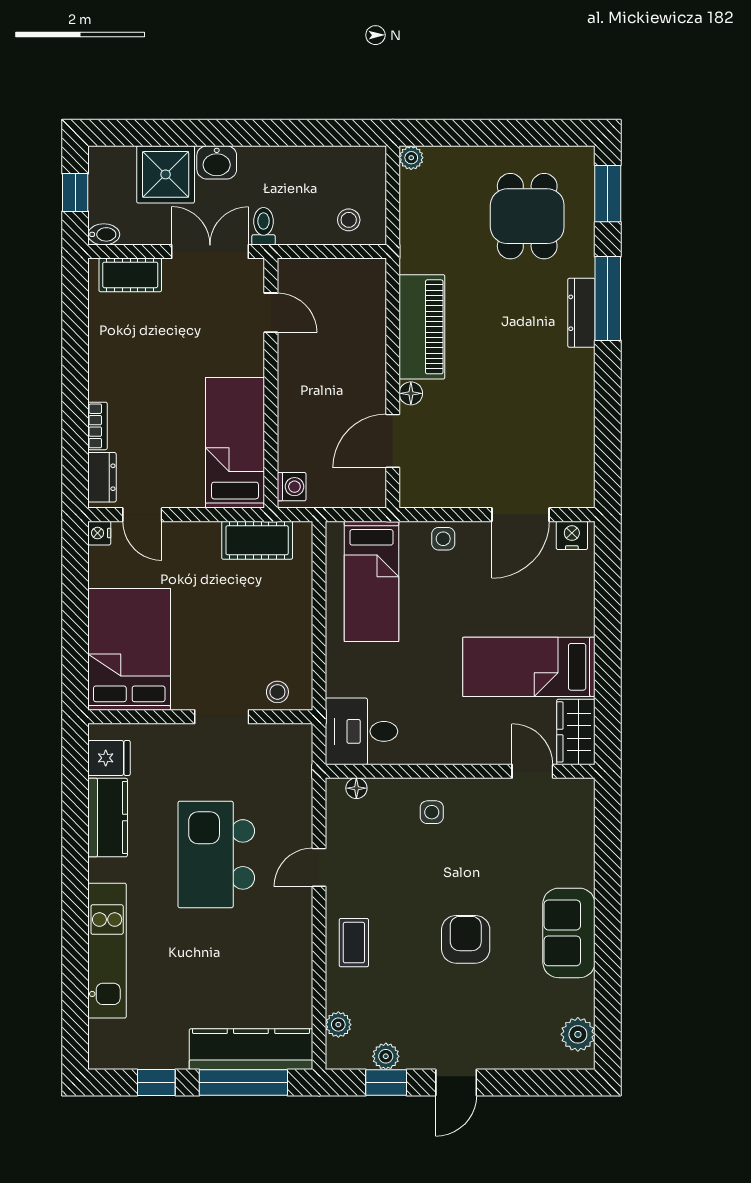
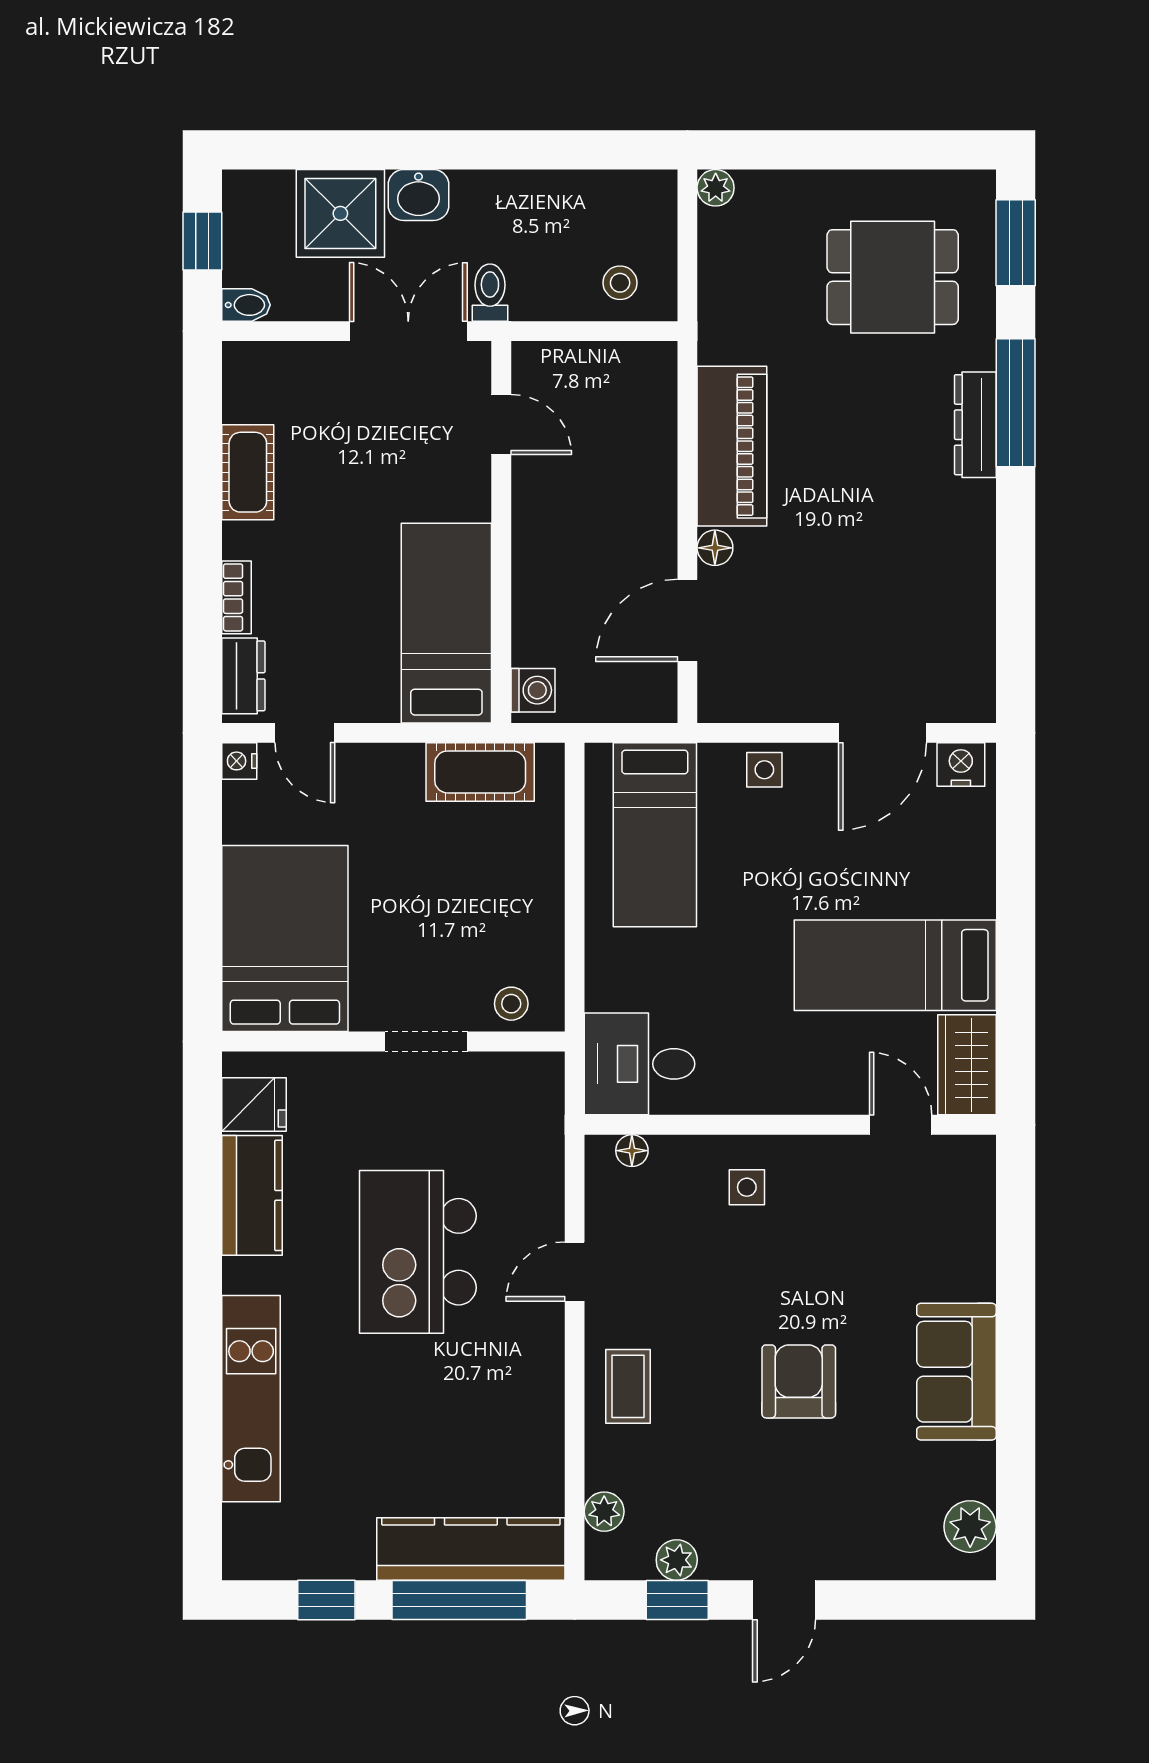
dining table: (527, 216) -> (893, 277), turned 90
cot: (130, 275) -> (248, 472), moved, turned 90

